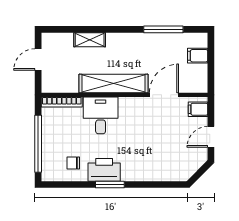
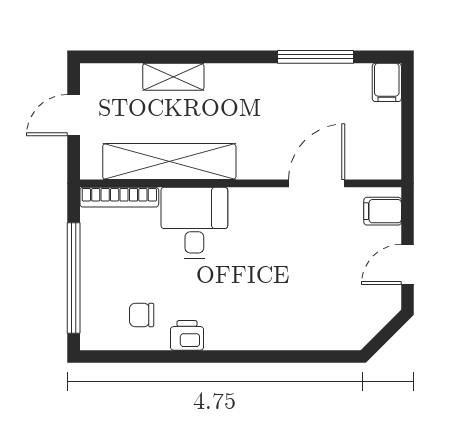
filing cabinet: (198, 56) -> (387, 82), moved, turned -90
shelving: (114, 84) -> (169, 162), moved
printer: (104, 170) -> (187, 335), width x0.53, depth x0.68
window: (110, 184) -> (212, 356), removed

